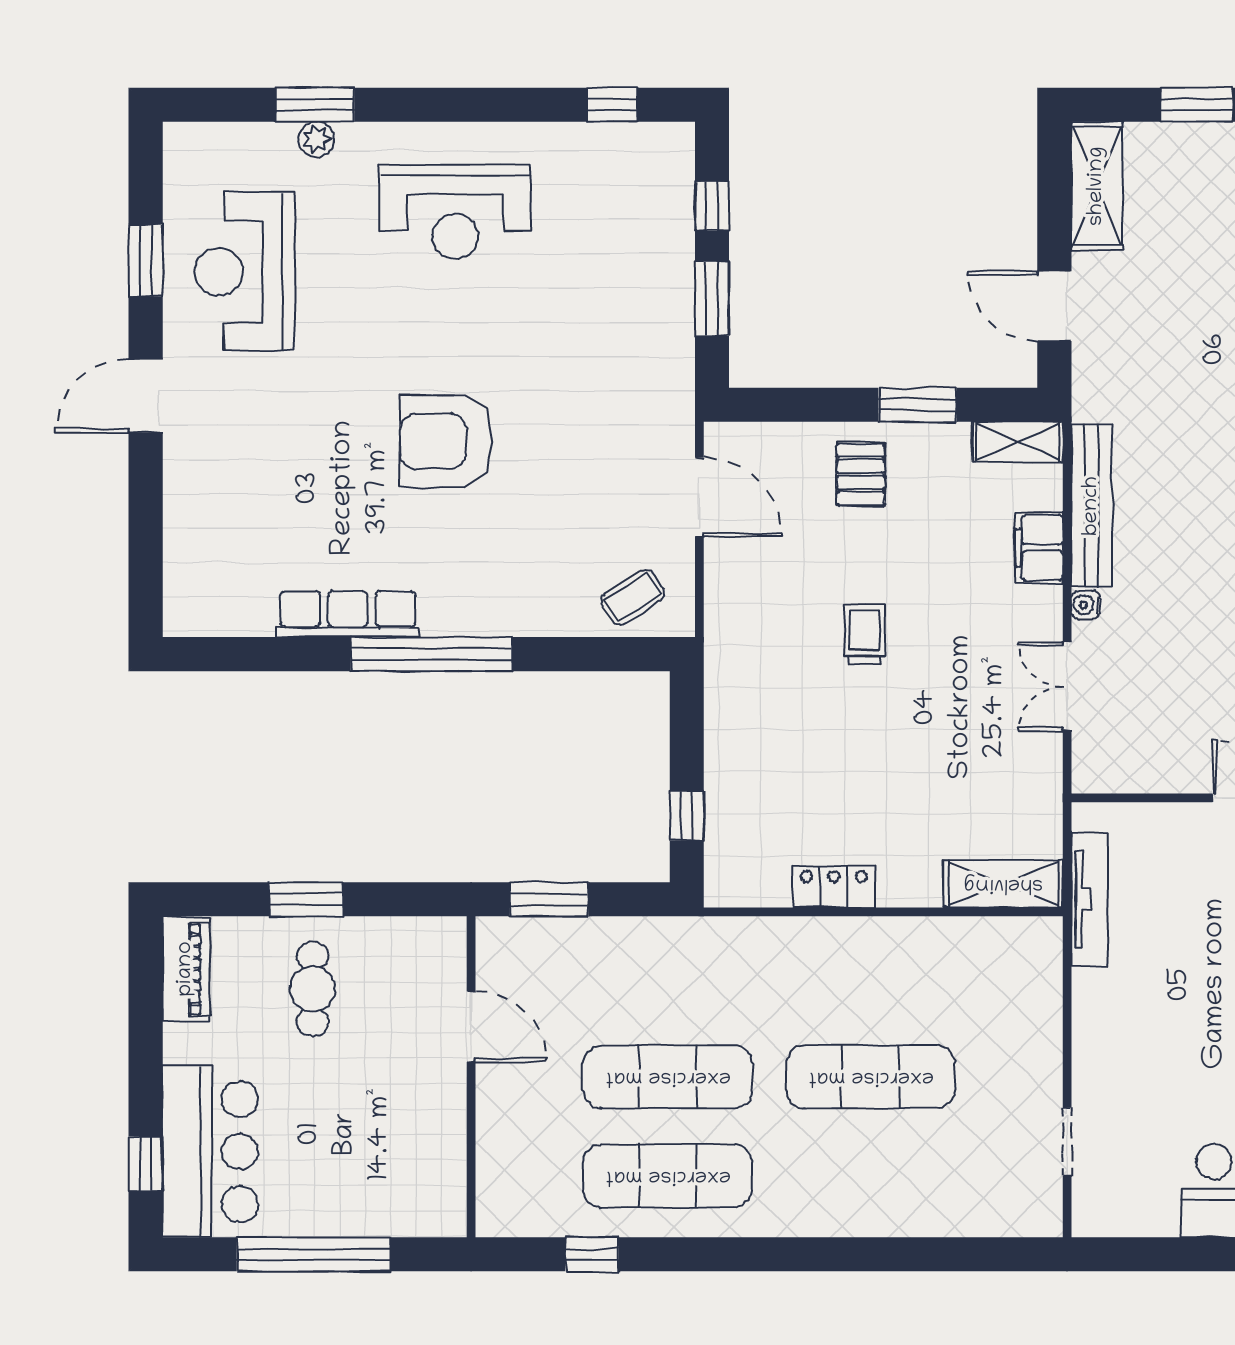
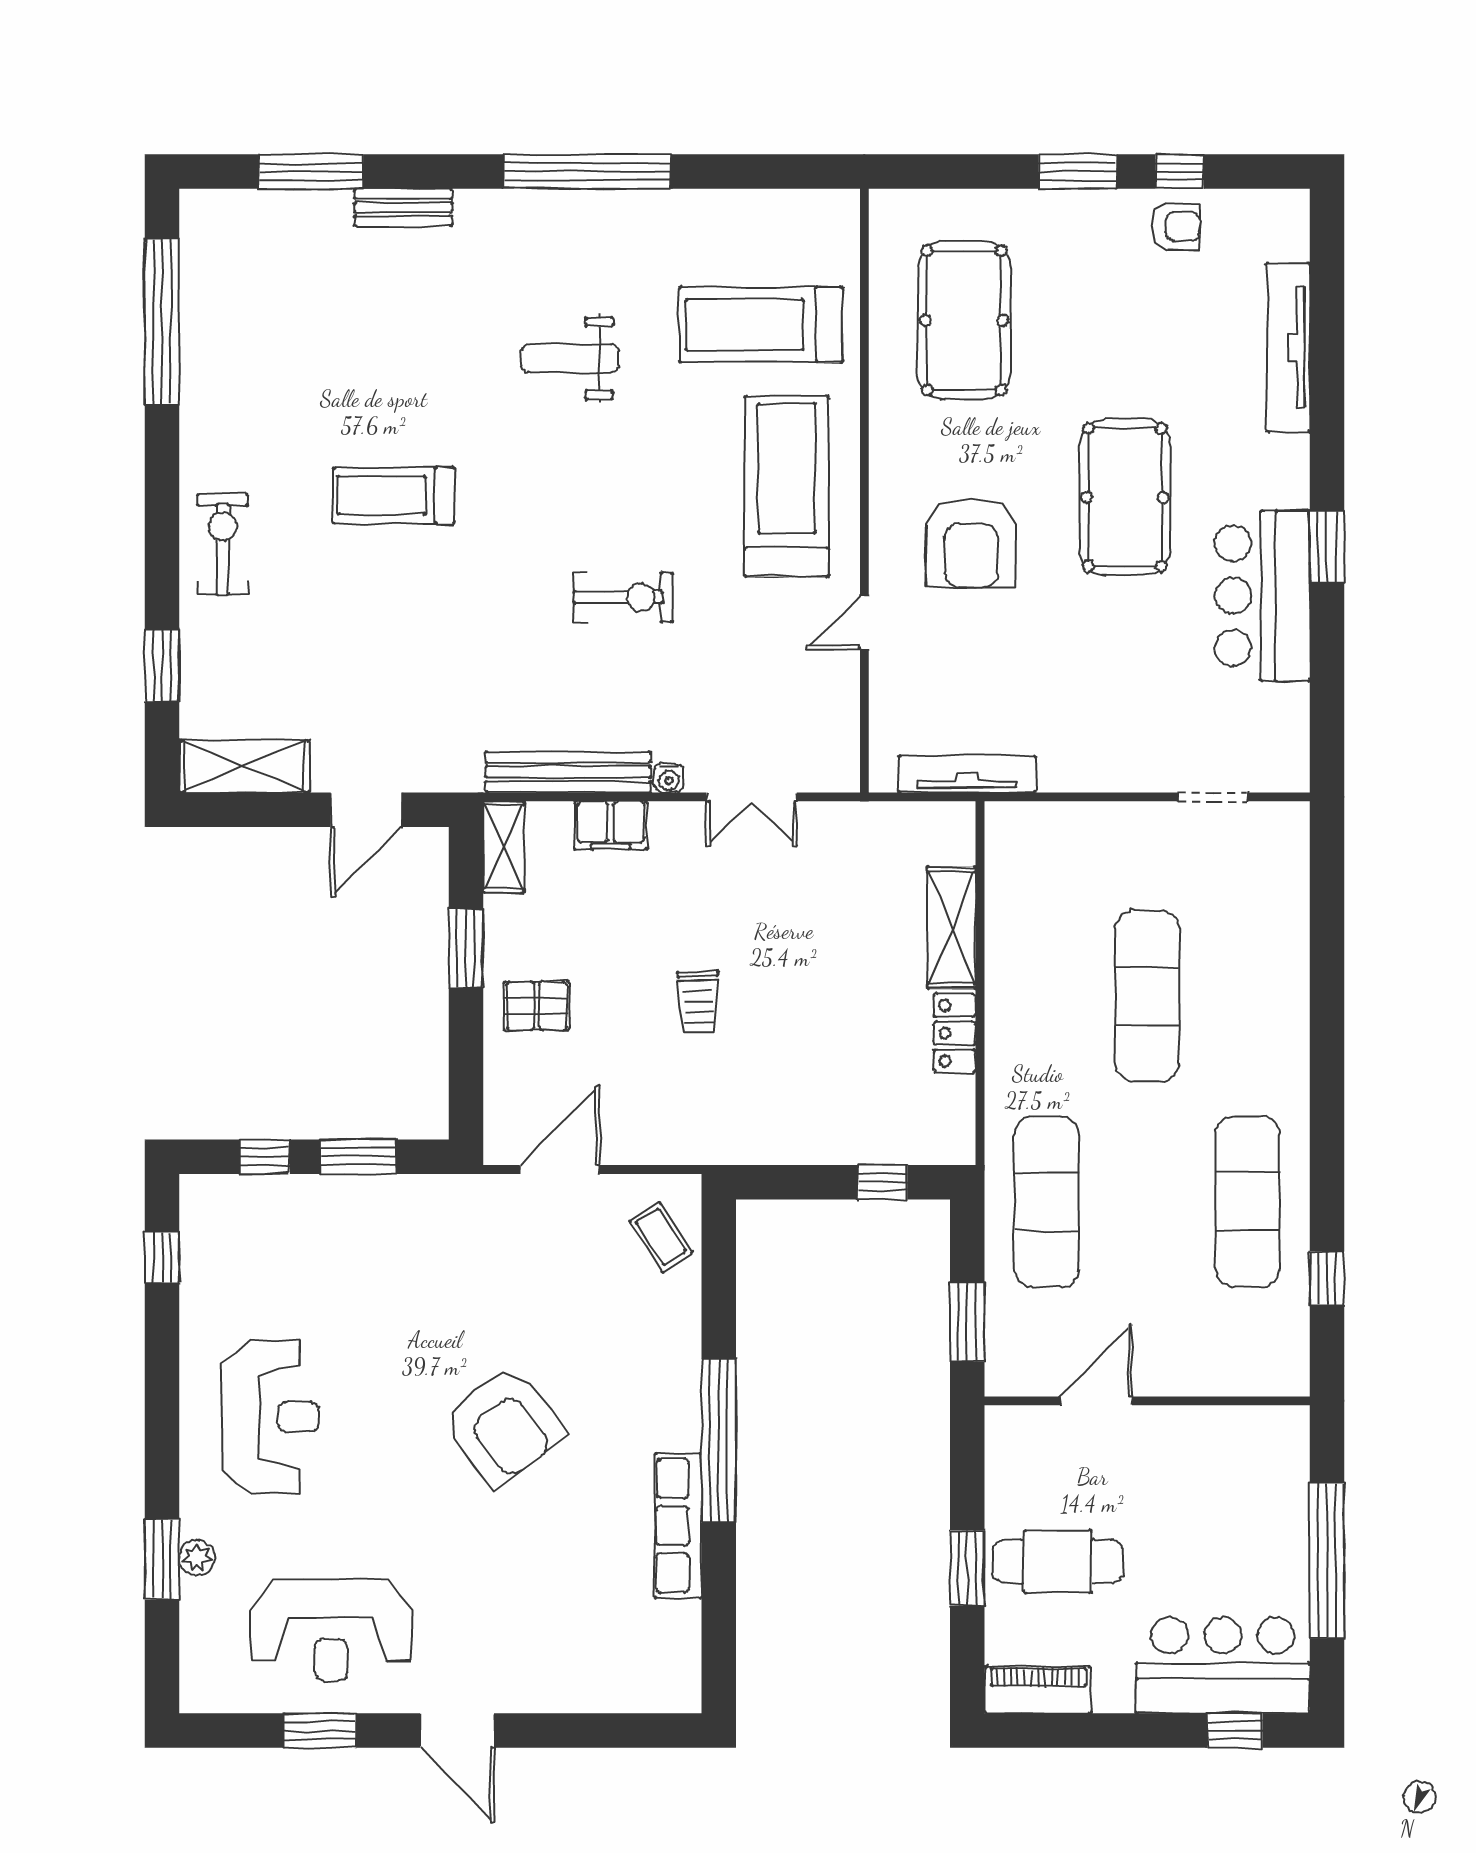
armchair: (446, 441) -> (503, 1426), turned -37
trolley: (865, 634) -> (699, 1002), turned -92
shelving: (1003, 884) -> (951, 927), moved
cafe table: (313, 989) -> (1058, 1561), width x1.37, depth x1.35
exercise mat: (668, 1077) -> (1047, 1202), moved

